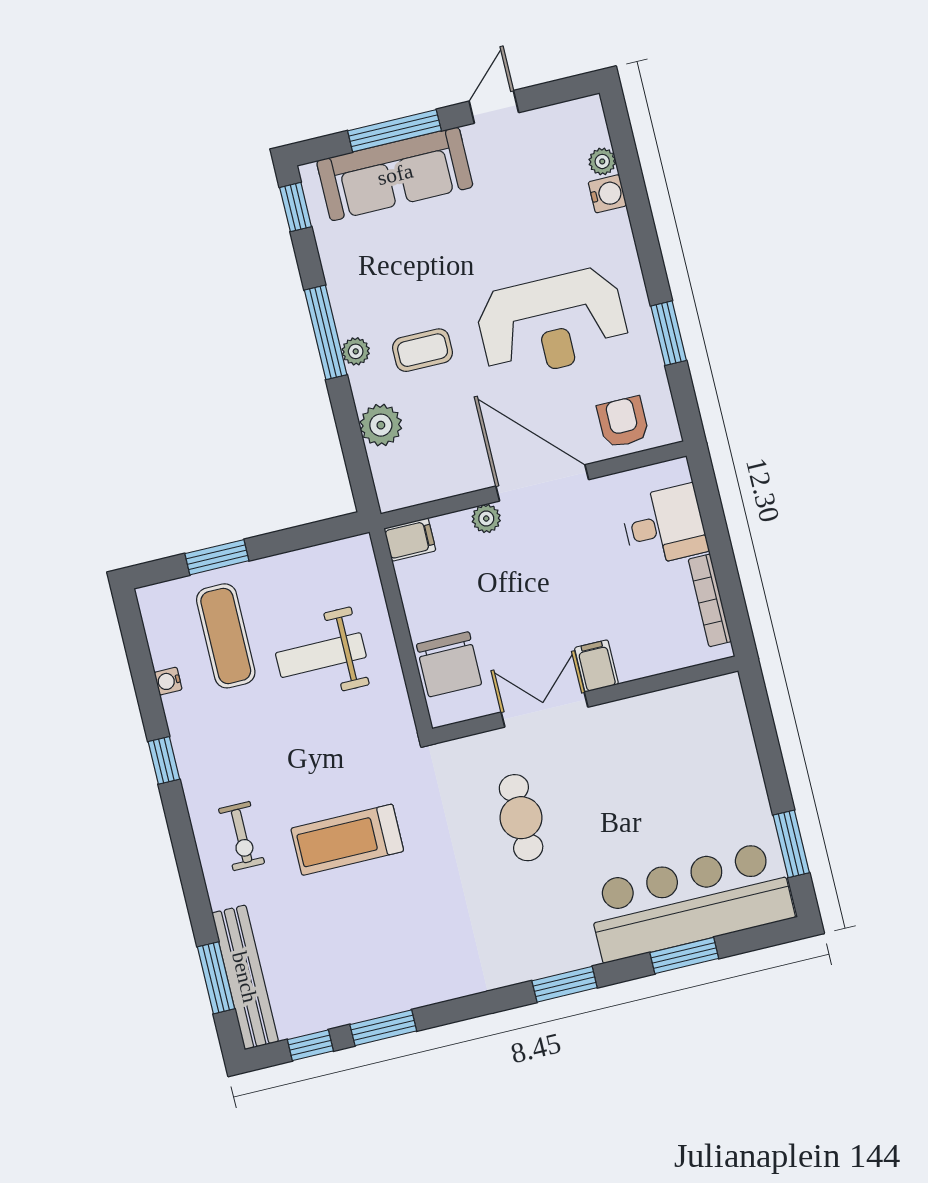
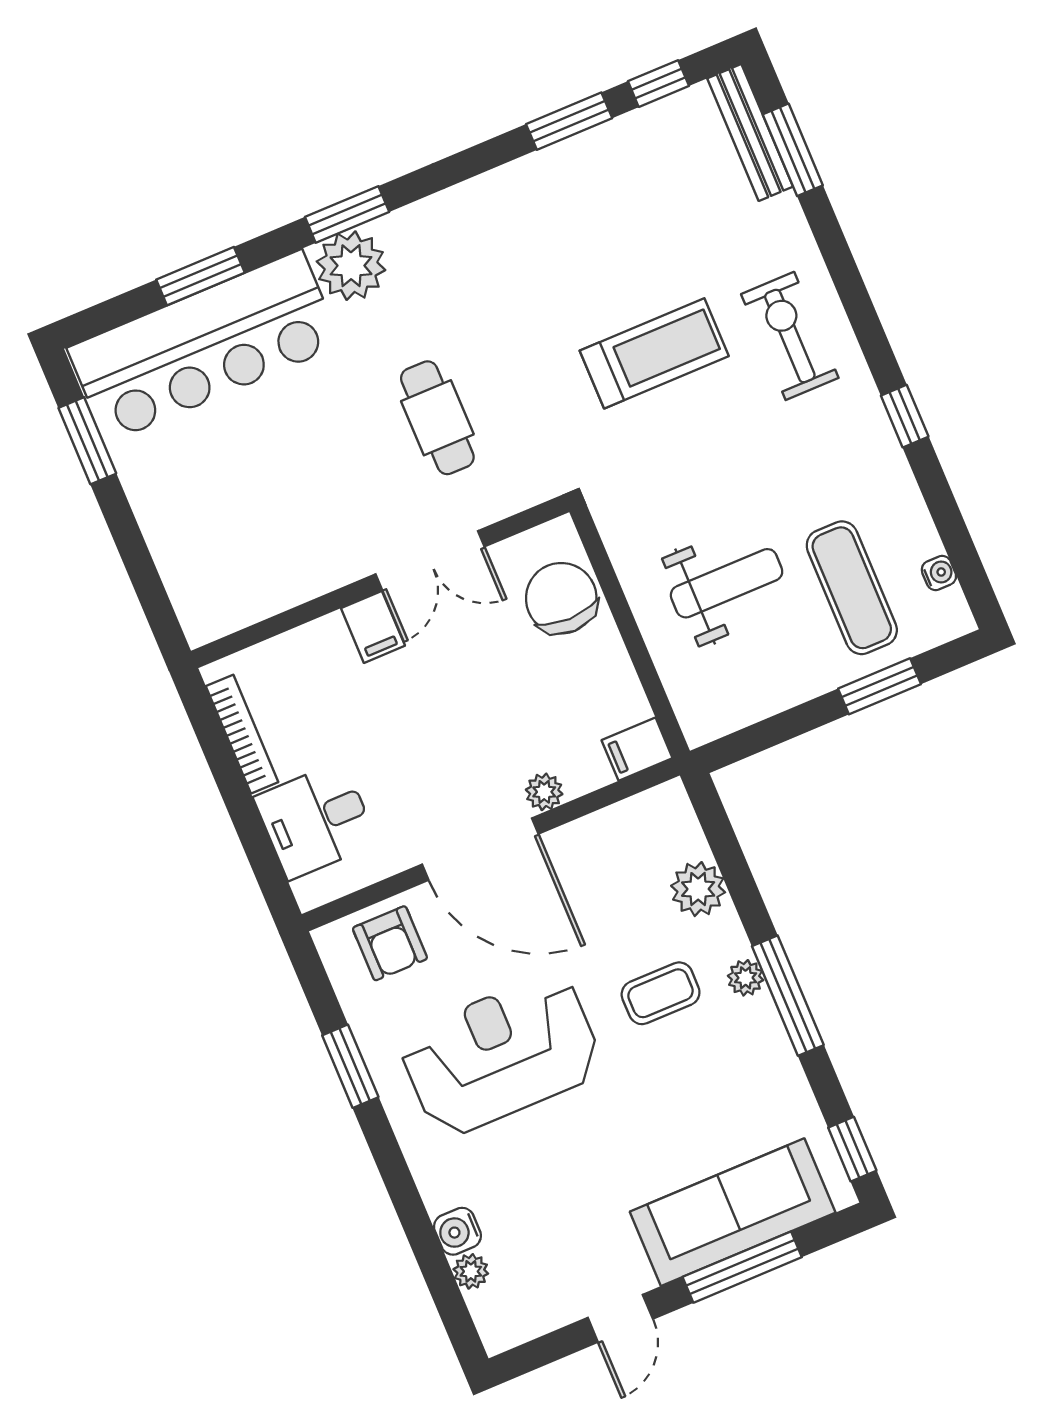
water cooler: (168, 681) -> (939, 573), moved
exercise bike: (242, 836) -> (790, 336), width x1.38, depth x1.39
plant: (568, 945) -> (351, 266), added
bench: (245, 977) -> (750, 133), width x0.73, depth x0.82

